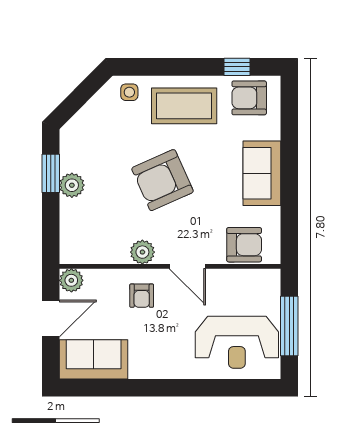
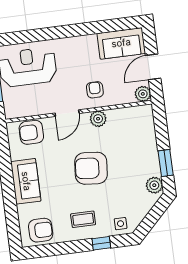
window: (237, 67) -> (101, 243), moved
coffee table: (184, 106) -> (83, 219), width x0.54, depth x0.58
armchair: (162, 180) -> (91, 168), turned -151
plant: (72, 185) -> (154, 185), moved
door: (187, 266) -> (67, 113), swing flipped

